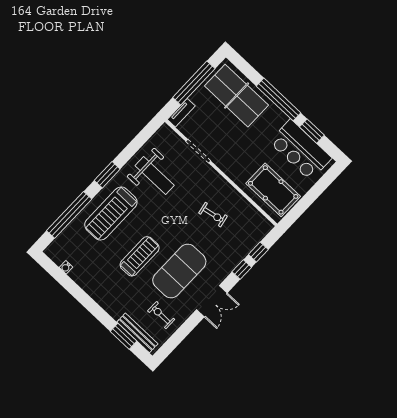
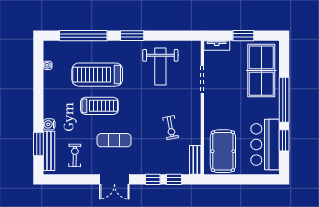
window: (194, 83) -> (243, 36), width x0.47
treadmill: (111, 213) -> (97, 75), moved
bench: (259, 219) -> (195, 160), added
exercise mat: (179, 271) -> (114, 140), width x0.50, depth x0.69
water cooler: (116, 312) -> (49, 124), added

